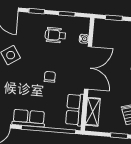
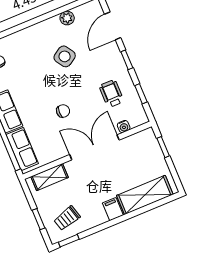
double door: (88, 68) -> (94, 147), swing flipped
row of seats: (75, 110) -> (22, 149), moved, turned 90

